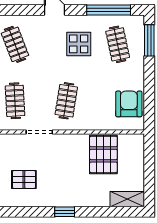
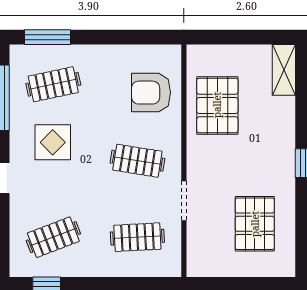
armchair: (129, 104) -> (151, 93), moved
pallet: (103, 154) -> (217, 105), turned 90
pallet: (24, 180) -> (255, 224), width x1.50, depth x1.42

